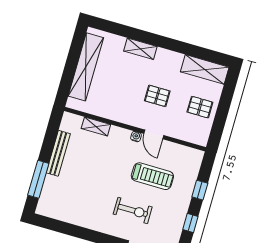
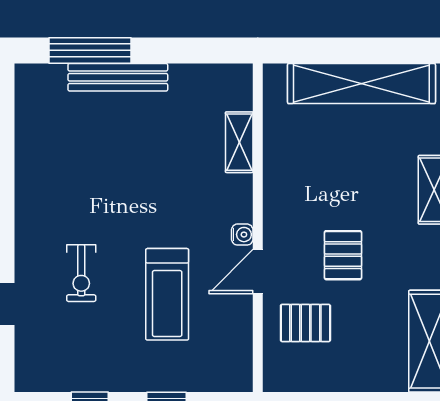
pallet: (200, 107) -> (305, 323), moved, turned 90
bench: (58, 153) -> (118, 77), moved
exercise bike: (133, 210) -> (81, 273), width x0.73, depth x0.72

